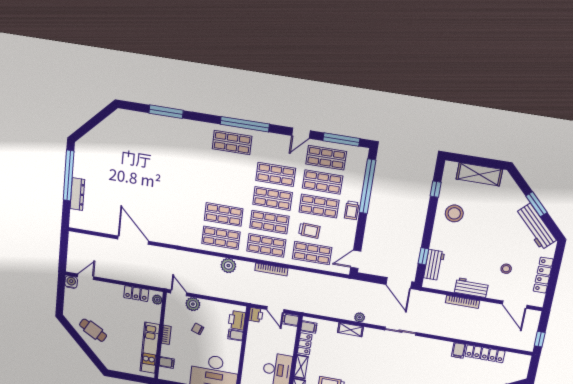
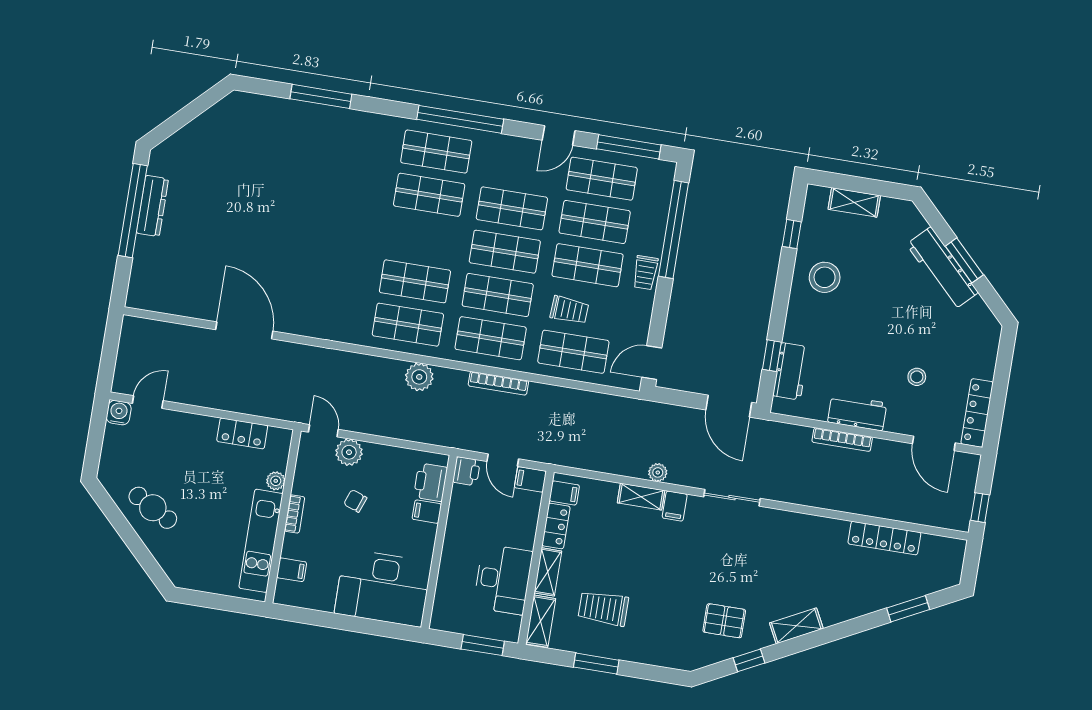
shop shelf: (229, 167) -> (429, 195), added
shelving: (479, 174) -> (854, 202), width x0.67, depth x0.75
dresser: (77, 194) -> (152, 206), moved
workbench: (536, 227) -> (942, 268), moved
locker: (543, 275) -> (977, 413), moved
plant: (157, 300) -> (276, 481), moved
filing cabinet: (459, 350) -> (675, 506), moved

